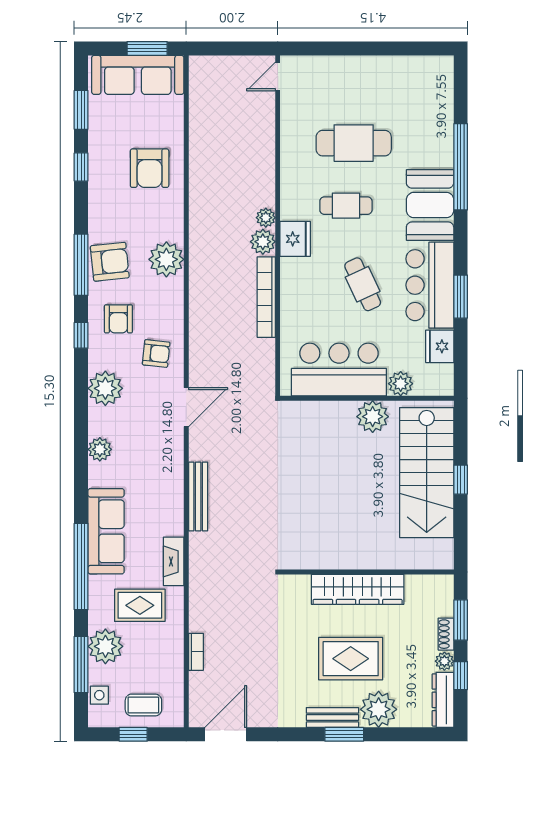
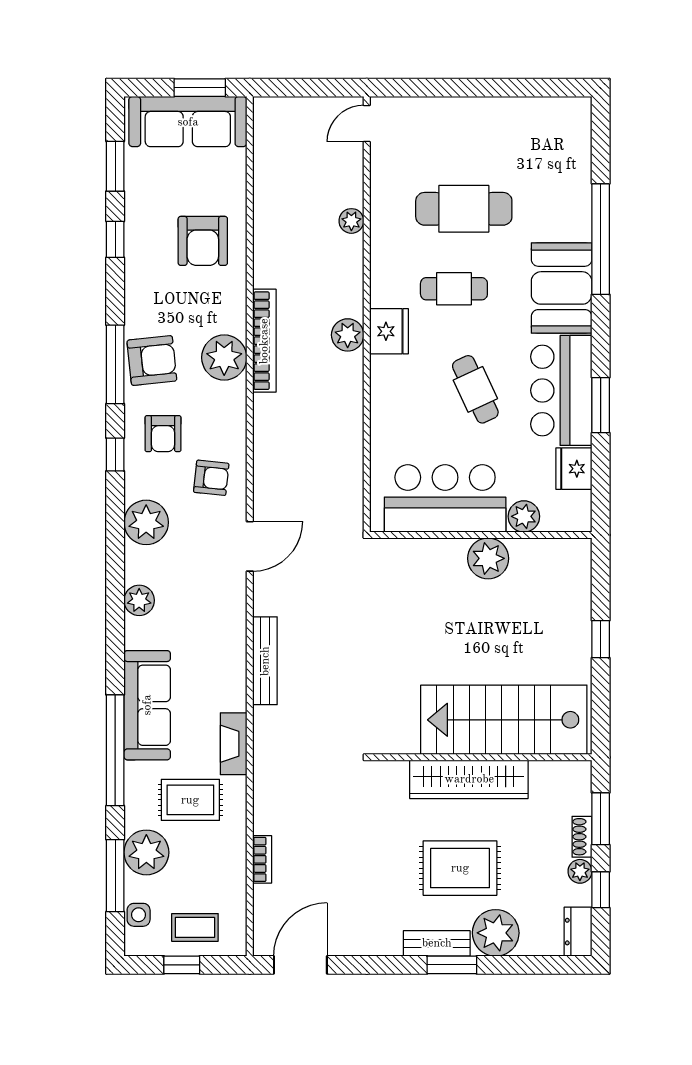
plant: (266, 218) -> (351, 221), moved
bookcase: (266, 297) -> (264, 341), moved, turned 180
stairs: (427, 473) -> (504, 720), moved, turned 90
dresser: (443, 700) -> (578, 932), width x0.70

